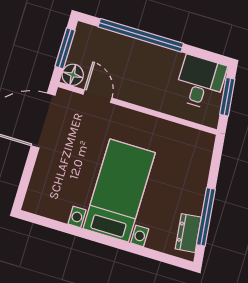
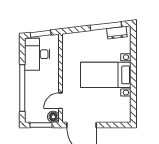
desk: (200, 82) -> (37, 54), width x1.37

